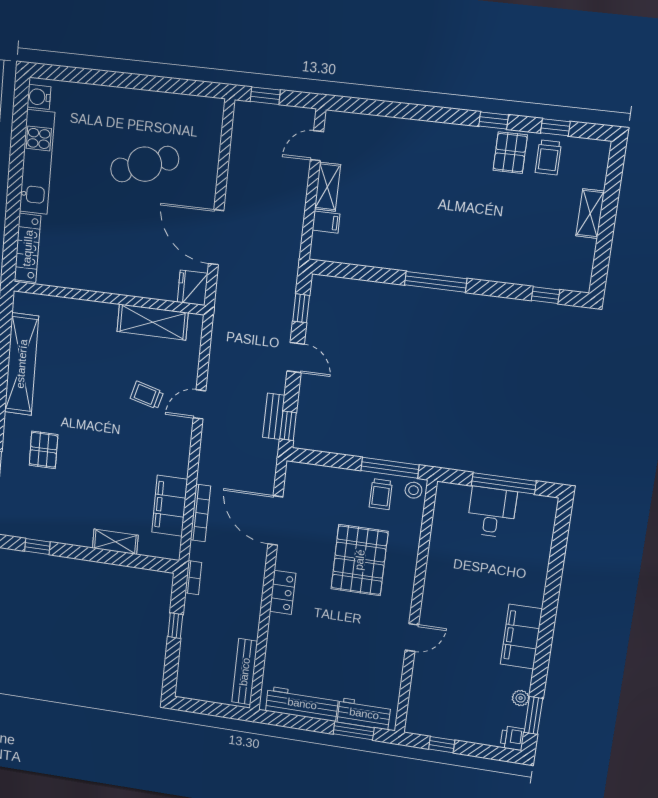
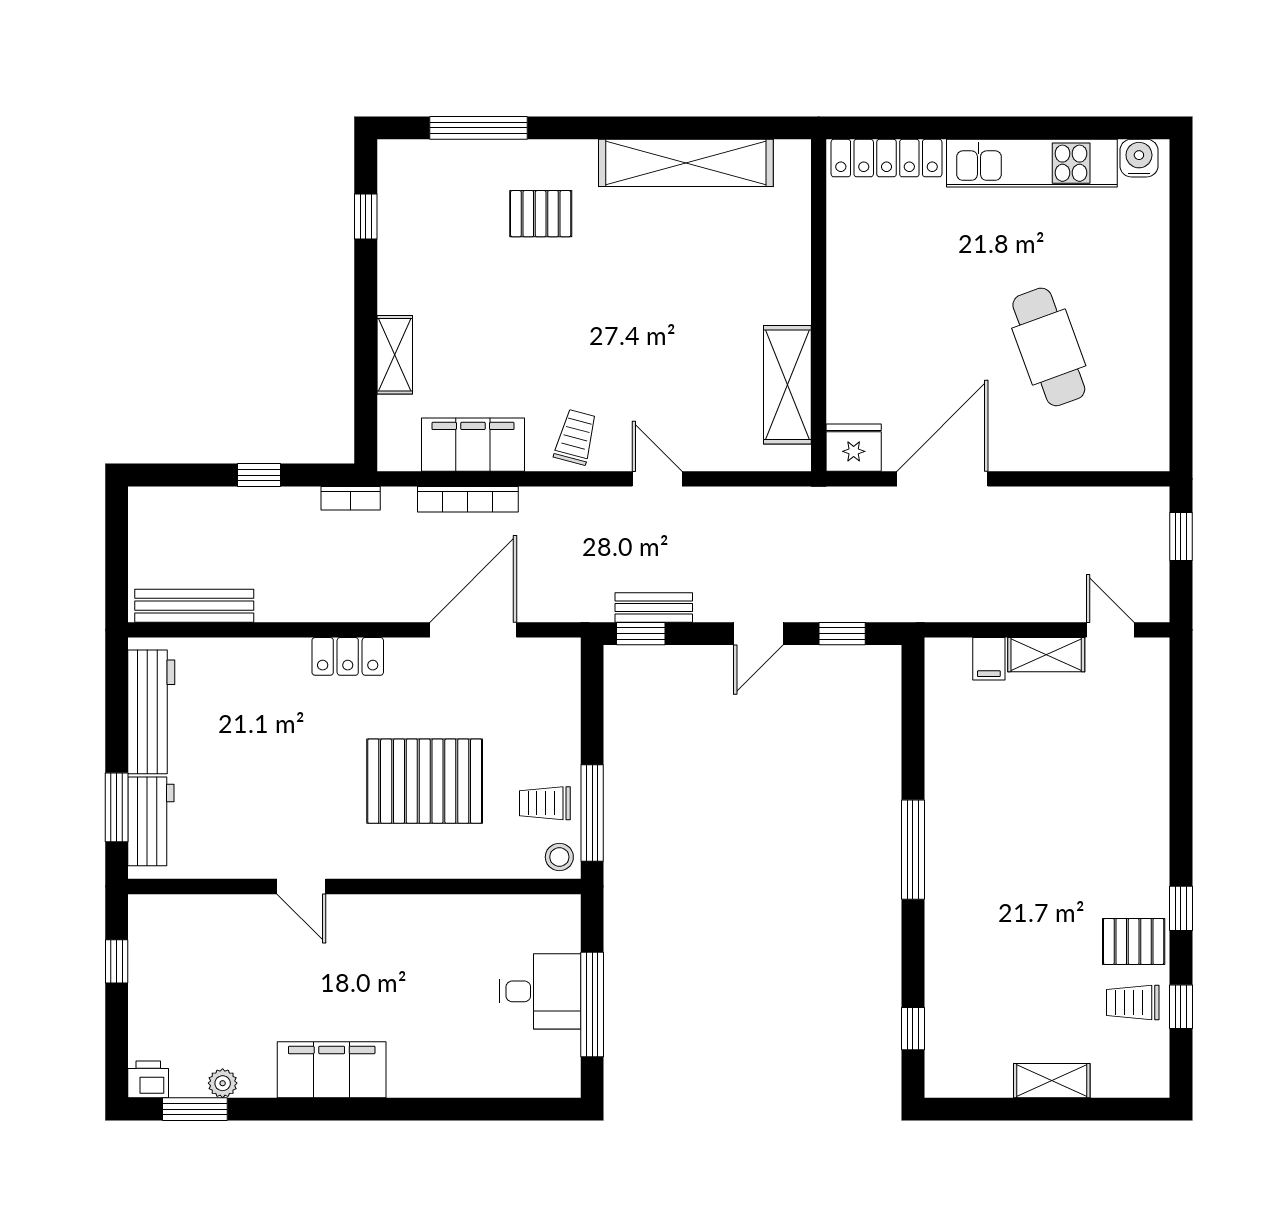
trolley: (147, 395) -> (576, 437), moved

